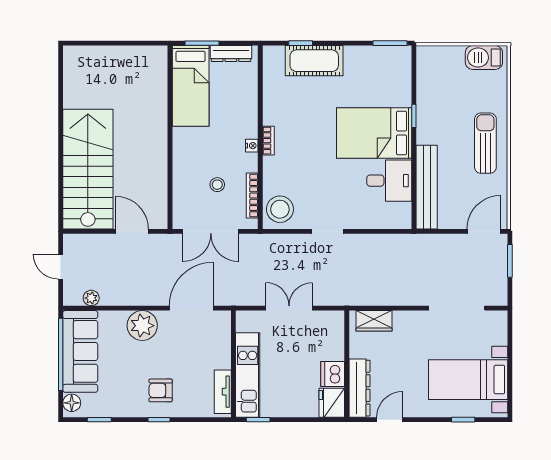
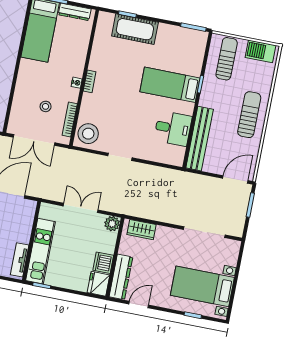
sun lounger: (442, 76) -> (227, 59), added
bed: (374, 133) -> (170, 85), width x0.67
plant: (334, 321) -> (112, 224), added

